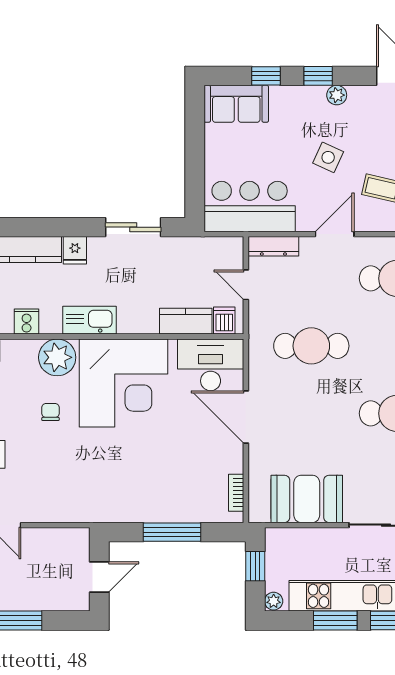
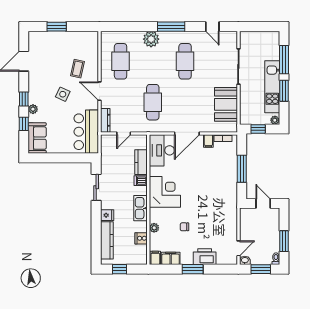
plant: (337, 95) -> (33, 109), moved
dishwasher: (224, 321) -> (141, 181), moved
plant: (57, 357) -> (154, 228), width x0.53, depth x0.53
corner desk: (123, 383) -> (165, 192), width x0.74, depth x0.74
filing cabinet: (230, 462) -> (208, 141), added

